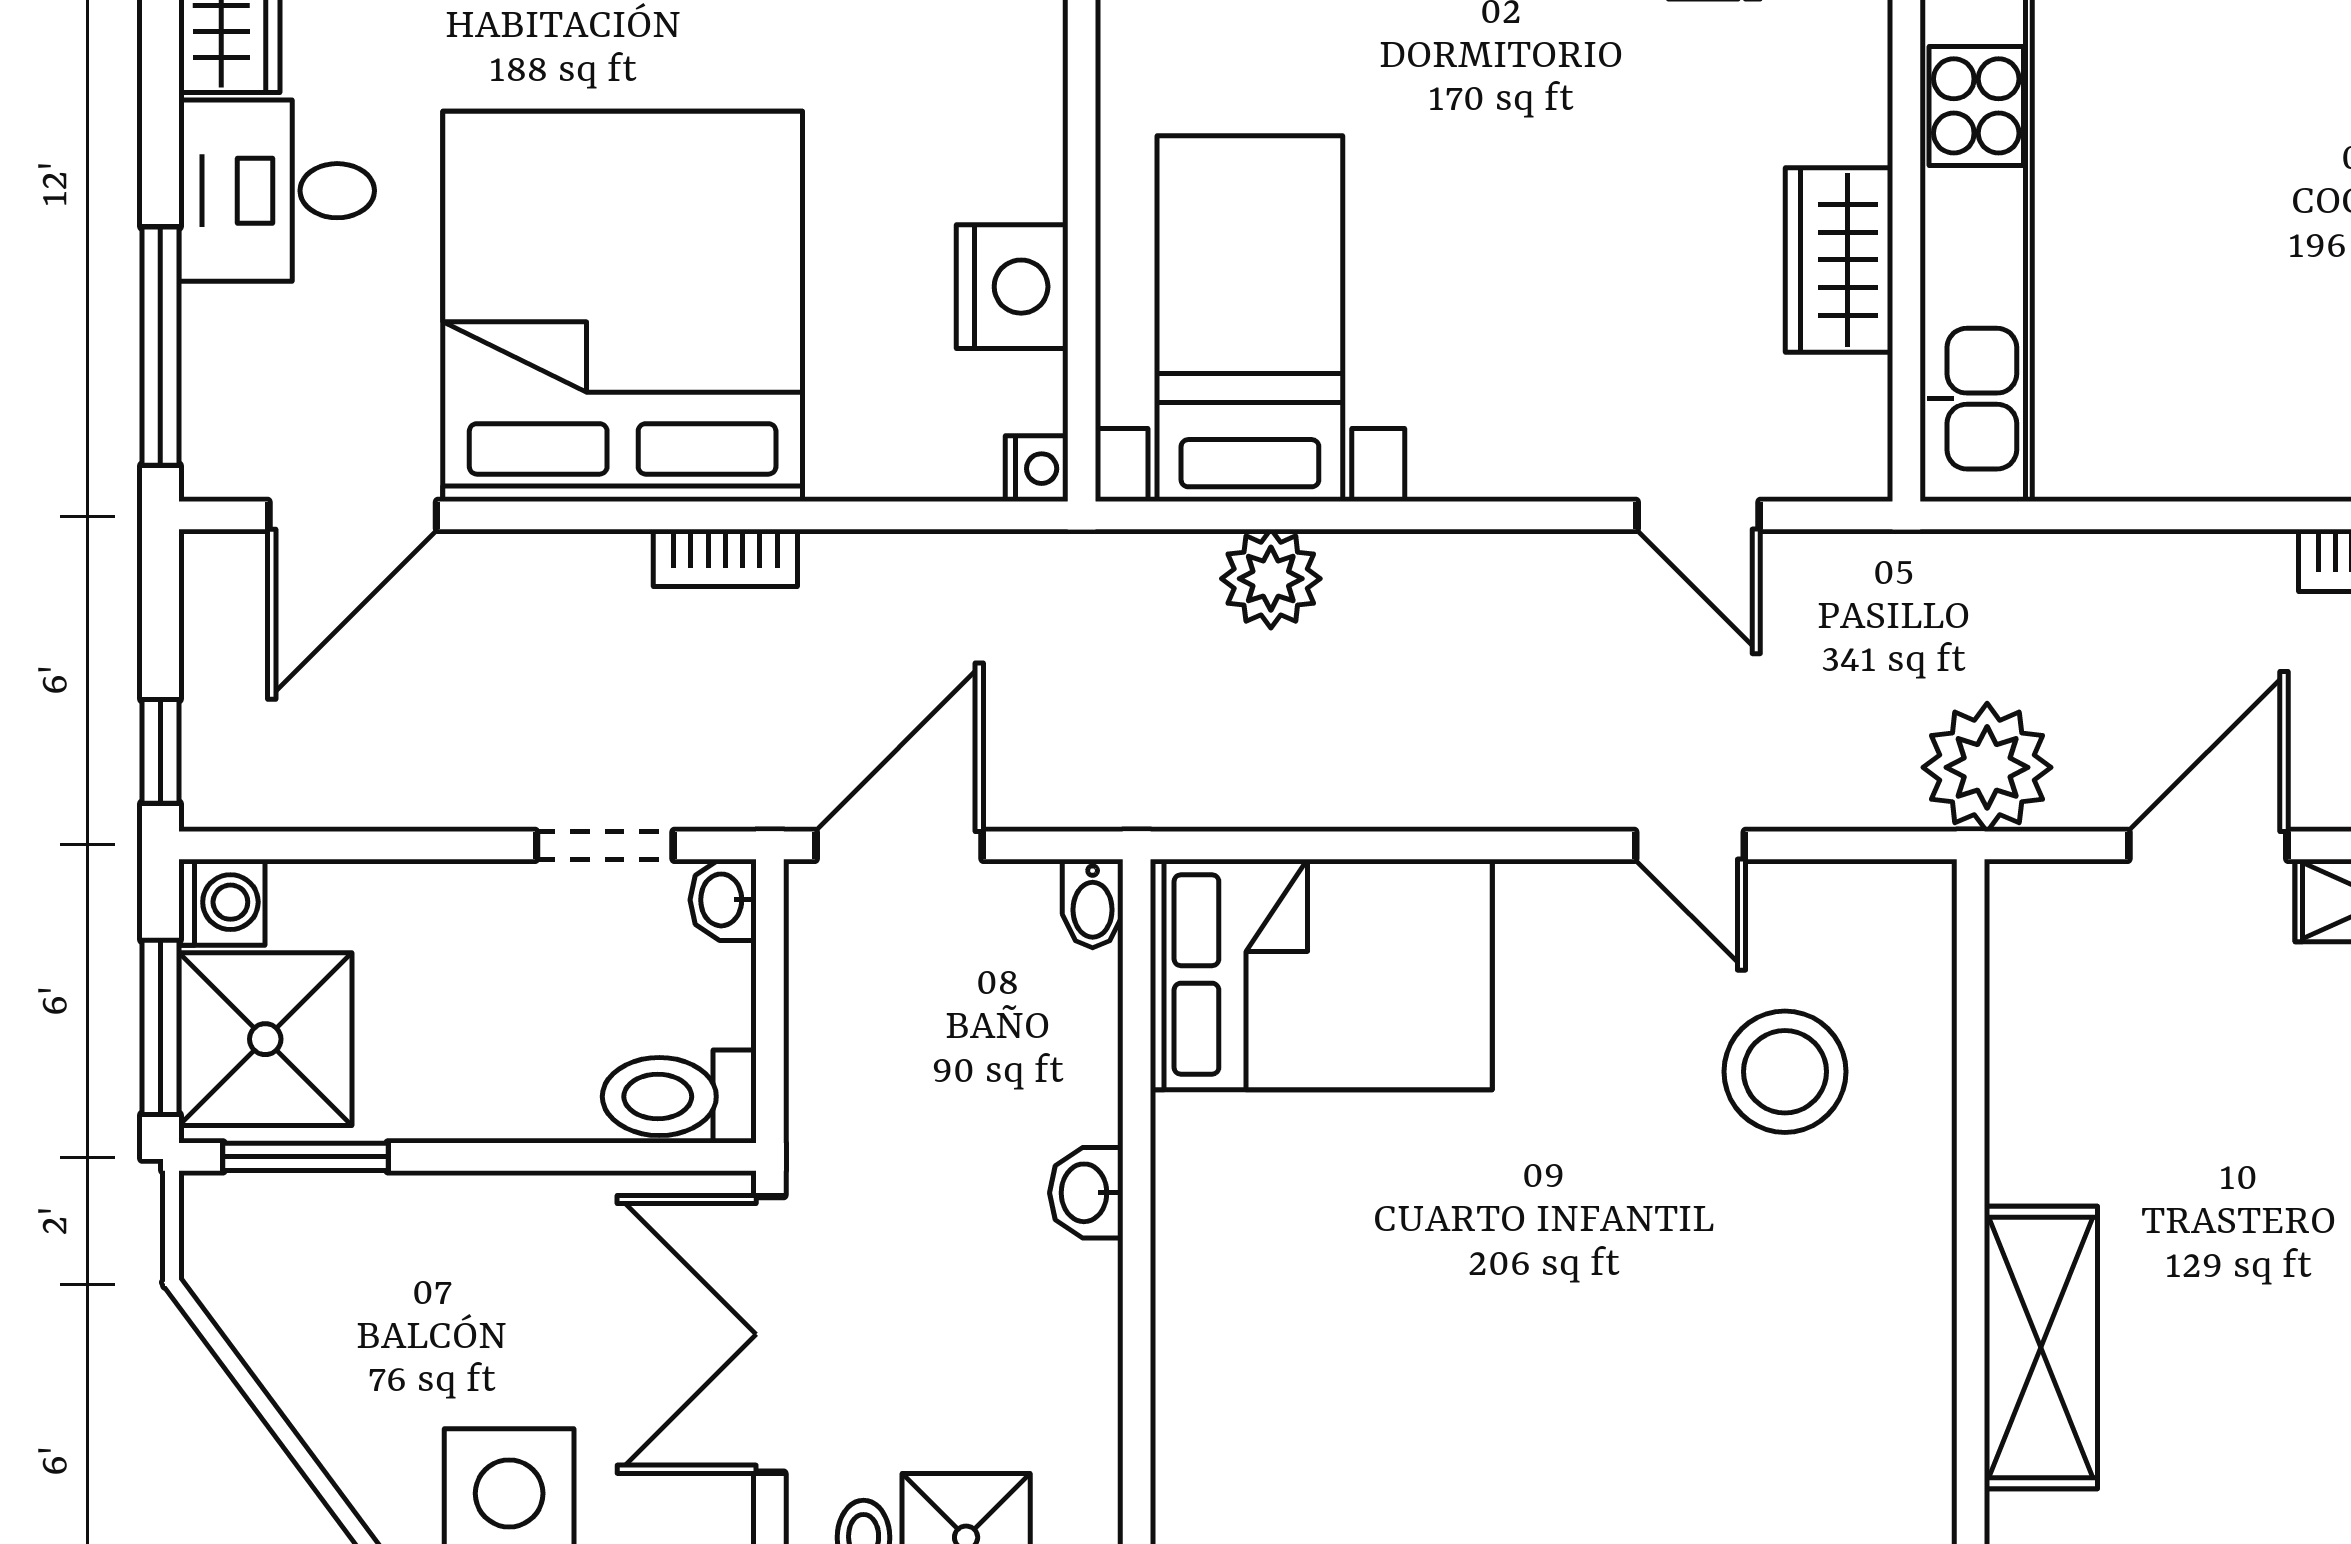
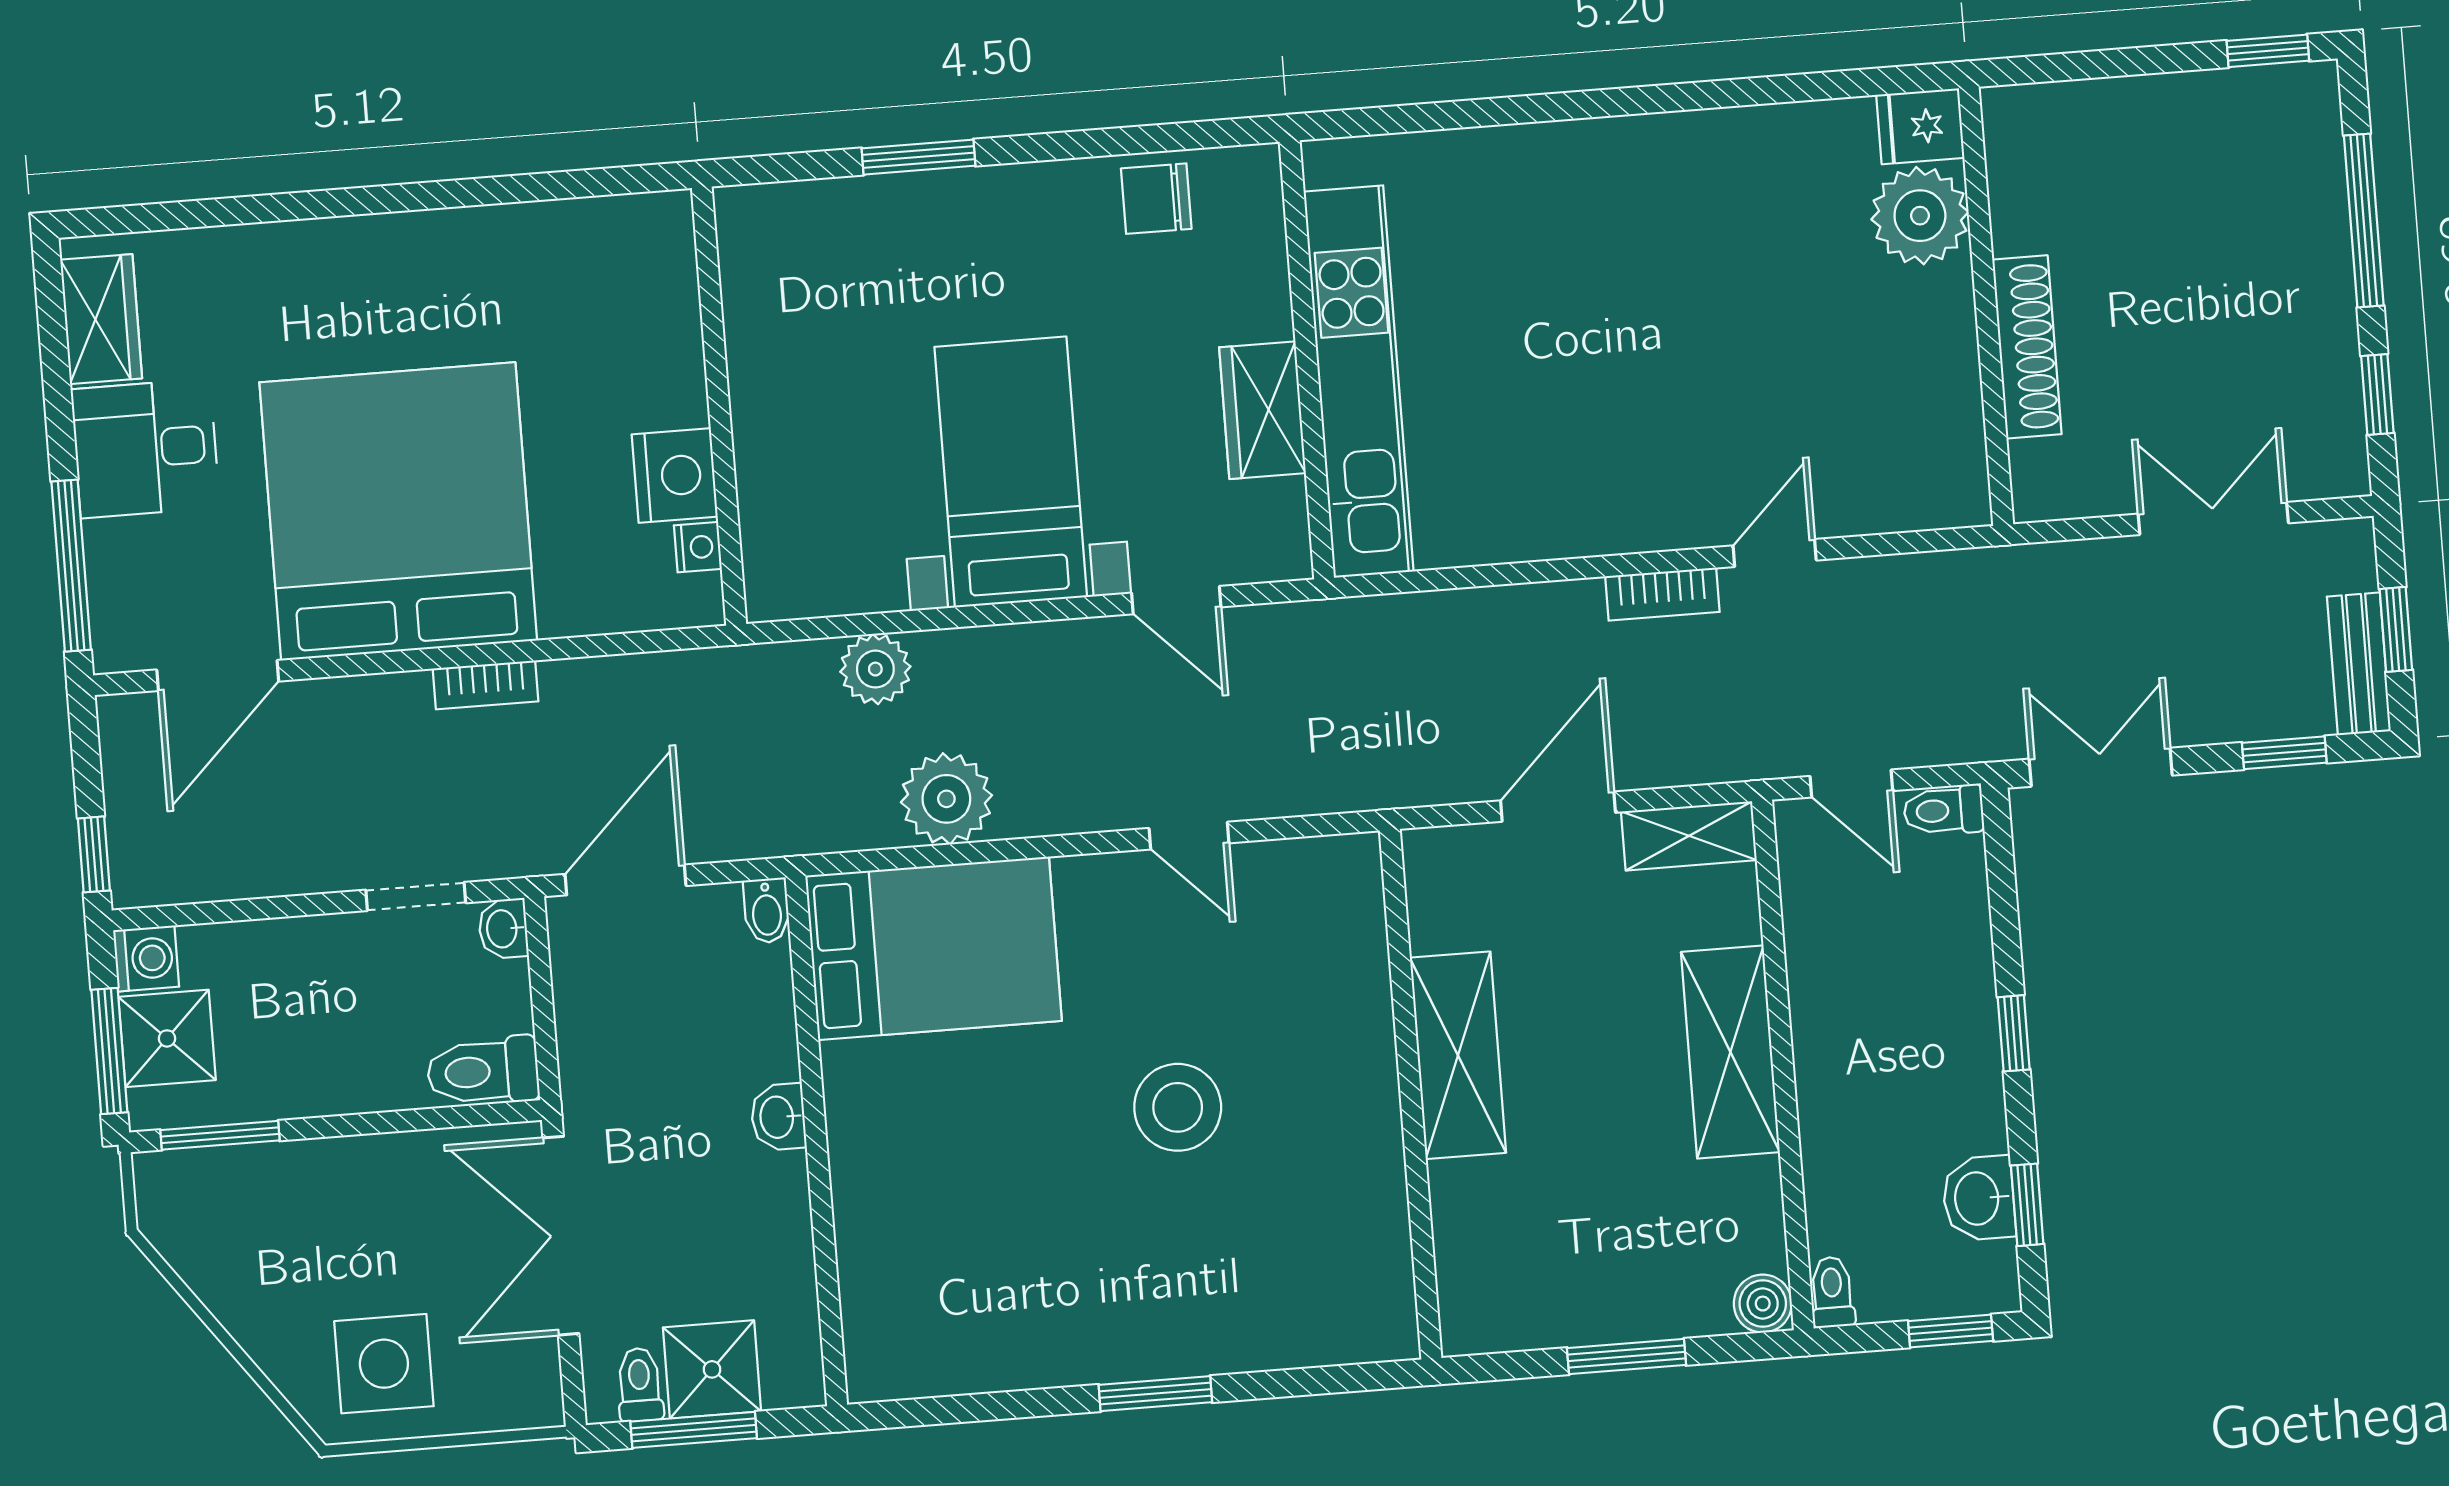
bed with nightstands: (1250, 319) -> (1011, 472), moved
nightstand: (1037, 469) -> (698, 547), moved
plant: (1987, 767) -> (946, 799), moved
shower: (265, 1039) -> (167, 1038), width x0.73, depth x0.73
stool: (1785, 1072) -> (1178, 1107), moved
shelving: (2041, 1347) -> (1458, 1055), moved

